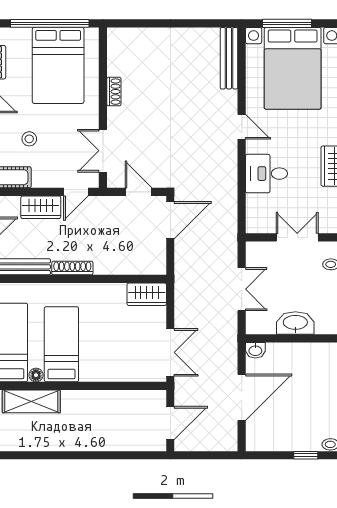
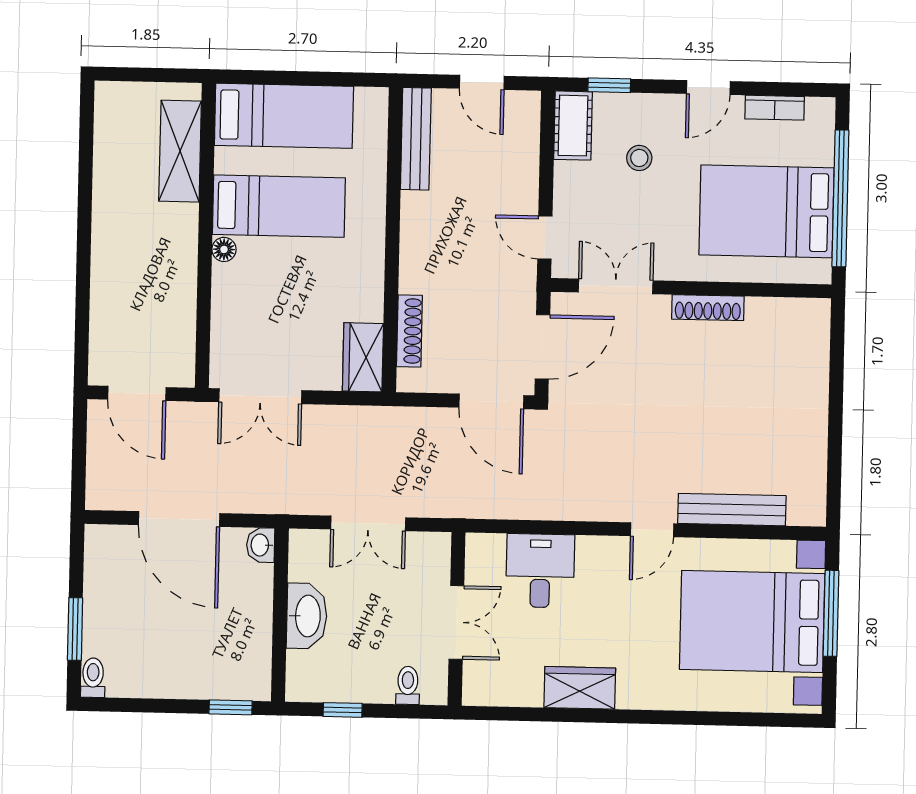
bench: (229, 58) -> (732, 510), moved
shoe rack: (114, 92) -> (708, 308), width x1.43
desk: (266, 174) -> (540, 571), moved
door: (138, 192) -> (542, 347), width x1.38
wardrobe: (41, 207) -> (519, 175), removed
shoe rack: (72, 268) -> (409, 331), moved
floor lamp: (36, 375) -> (224, 249), moved
window: (306, 455) -> (75, 629), width x1.50

